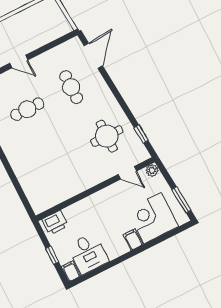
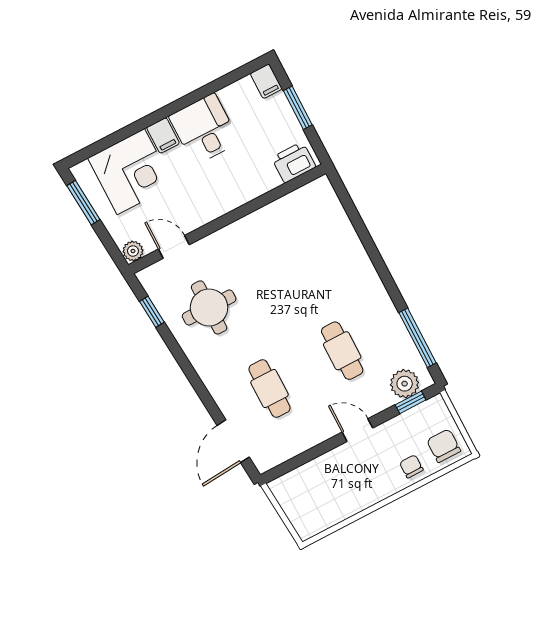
cafe table: (27, 109) -> (342, 351), turned 90
desk: (88, 253) -> (204, 129), moved
window: (52, 255) -> (298, 108), width x1.50

